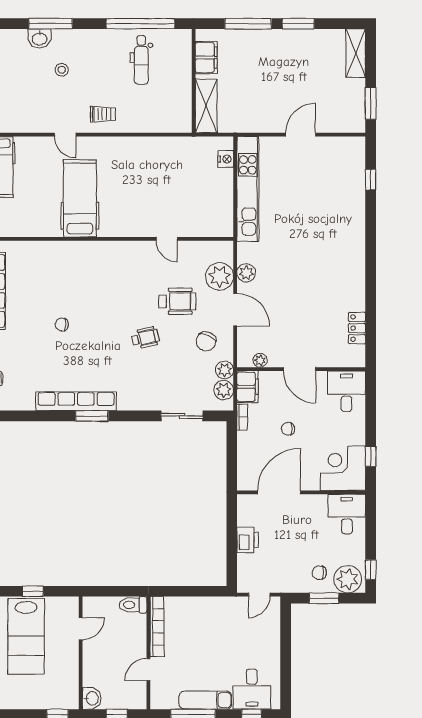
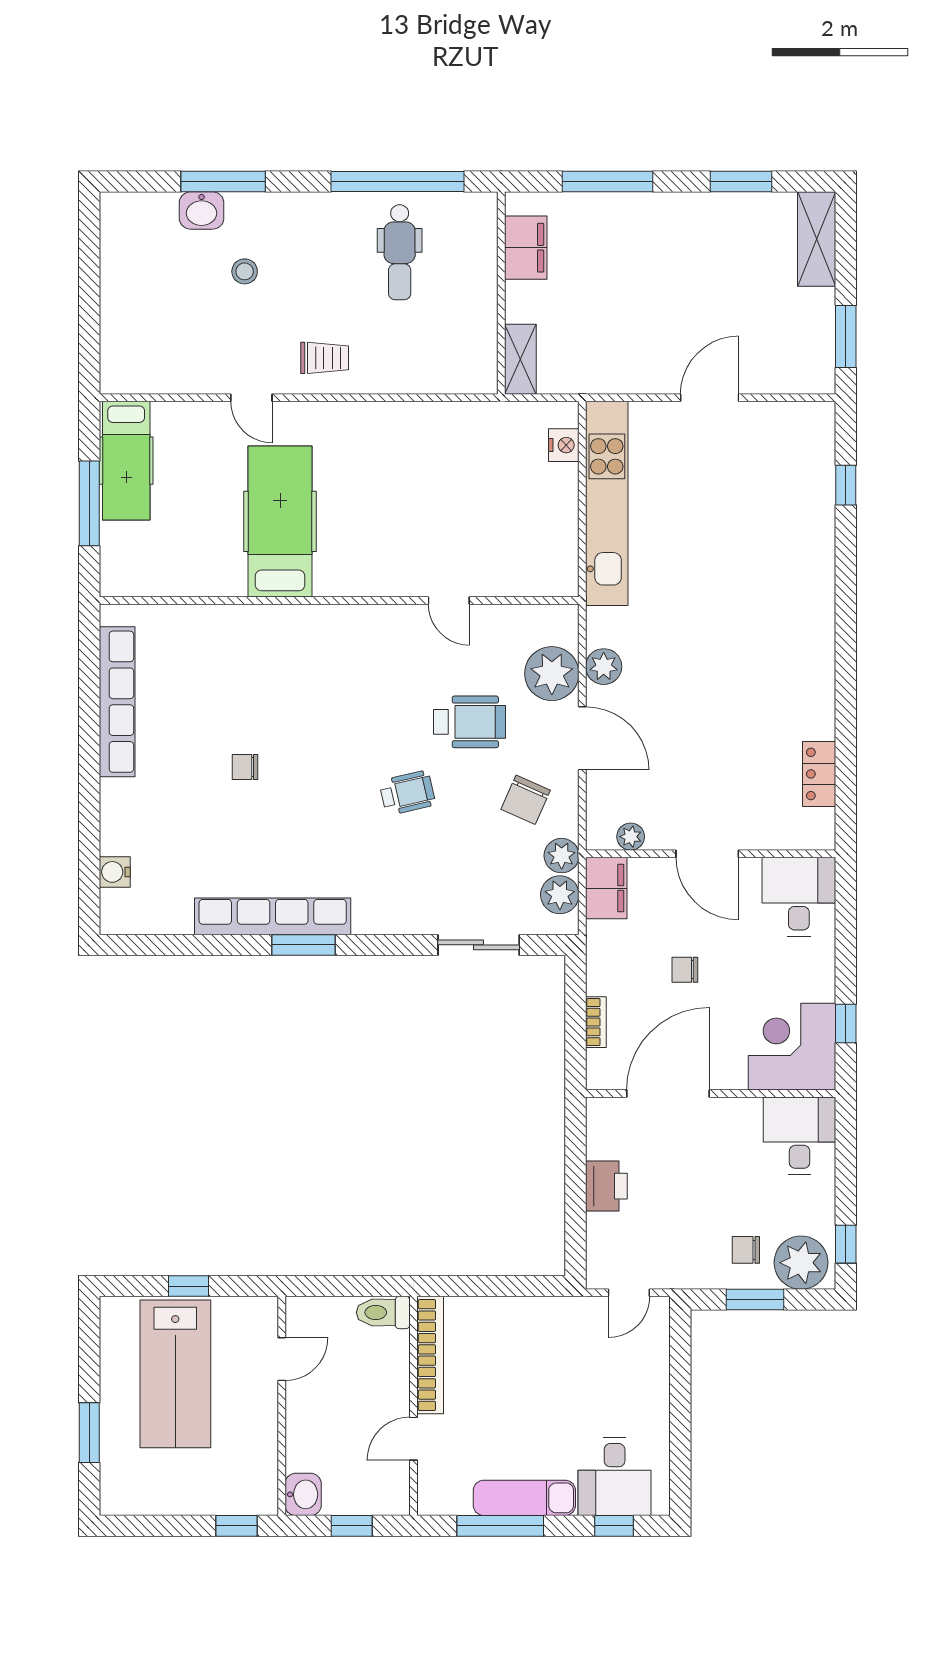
window: (298, 24) -> (741, 182), moved
shelving: (206, 106) -> (520, 359), width x0.67, depth x0.75
bookcase: (242, 417) -> (596, 1022), moved

